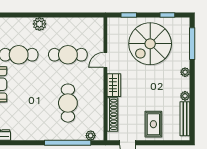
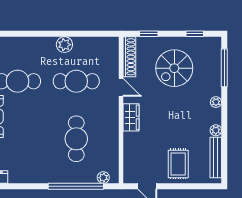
plant: (39, 24) -> (64, 45), moved
spiral stairs: (150, 44) -> (174, 68), width x0.73, depth x0.73
door: (105, 60) -> (121, 87), swing flipped
shoe rack: (112, 114) -> (129, 57), moved

